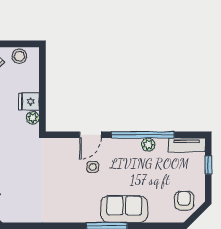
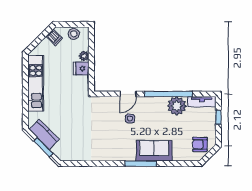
plant: (33, 118) -> (84, 56), moved
plant: (148, 145) -> (177, 106), width x1.88, depth x1.88
armchair: (184, 201) -> (200, 144), turned -90

